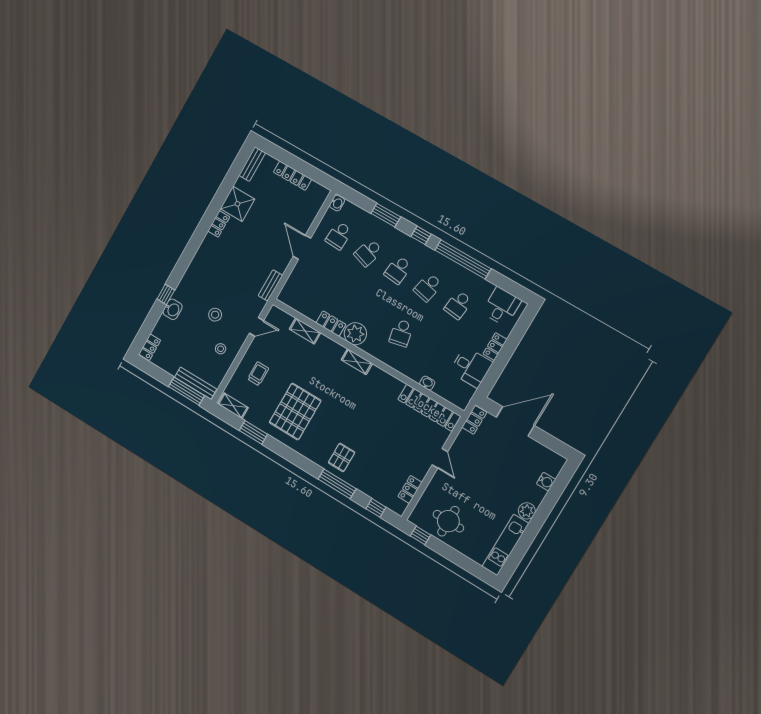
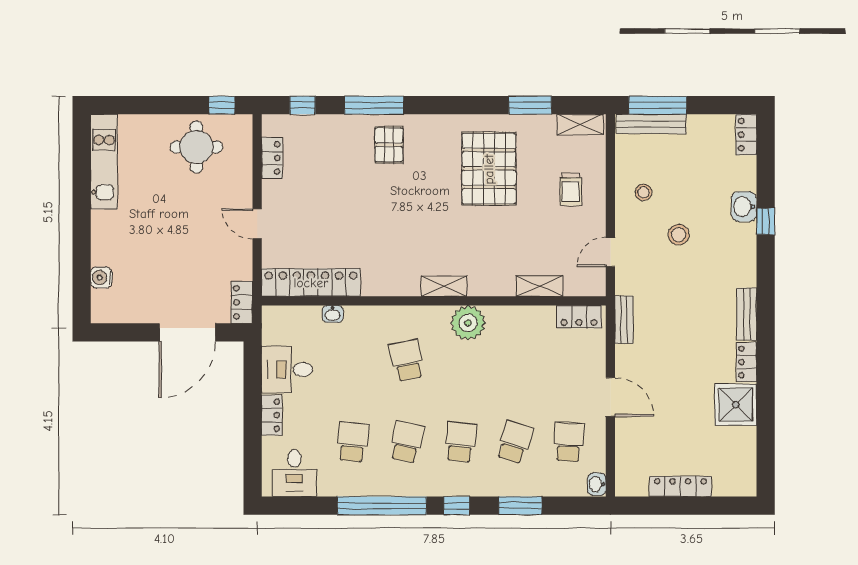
bench: (252, 164) -> (747, 314), moved
locker: (331, 324) -> (579, 317), moved
plant: (527, 511) -> (103, 224), removed

